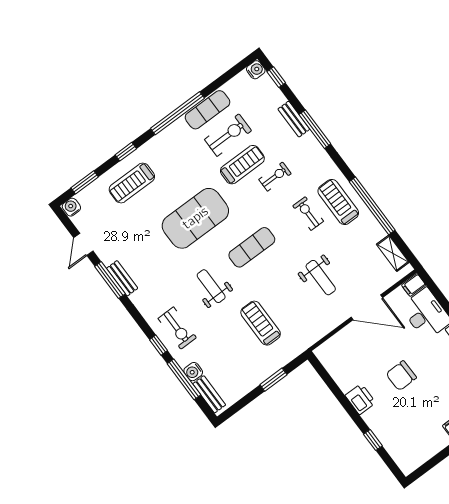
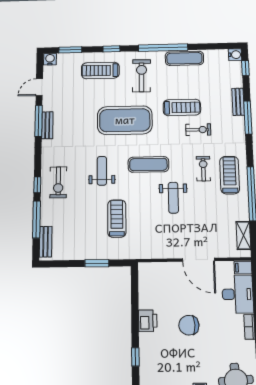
exercise bike: (228, 135) -> (142, 76), moved, turned -89
weight bench: (321, 278) -> (173, 198), moved
water cooler: (193, 372) -> (47, 219), removed

